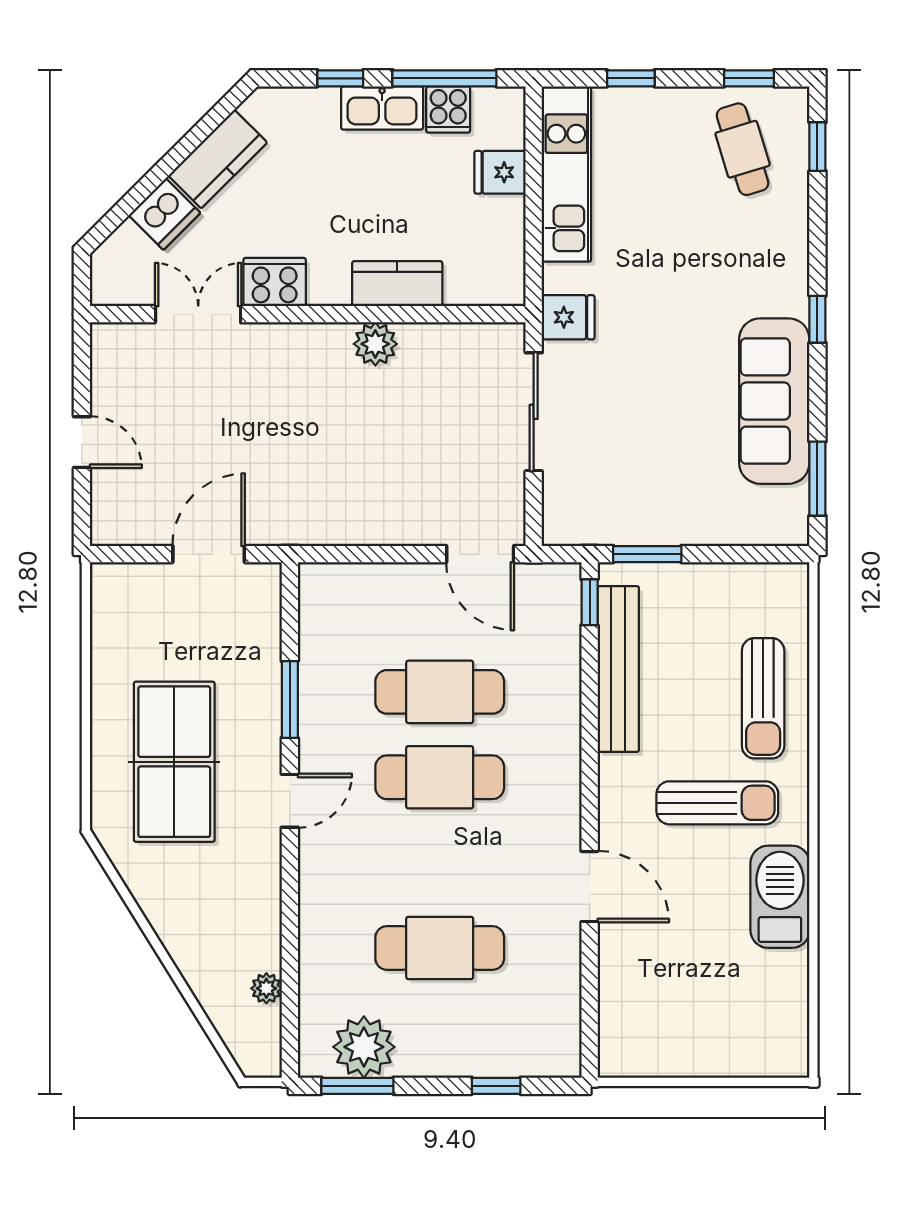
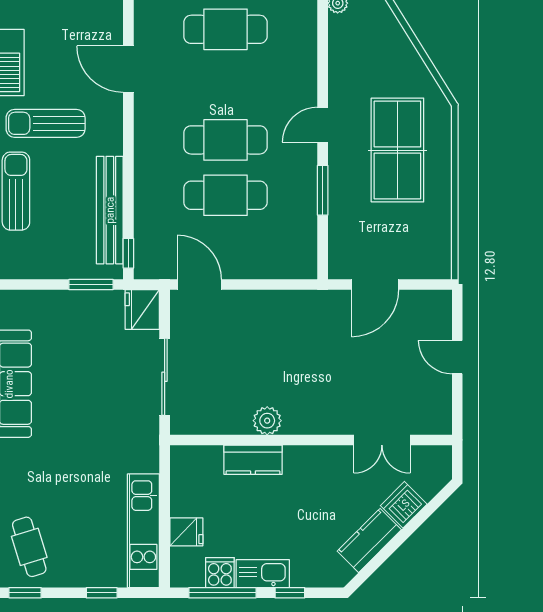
cooker: (275, 282) -> (332, 461), removed
fridge: (568, 317) -> (142, 310), moved, width x1.38

